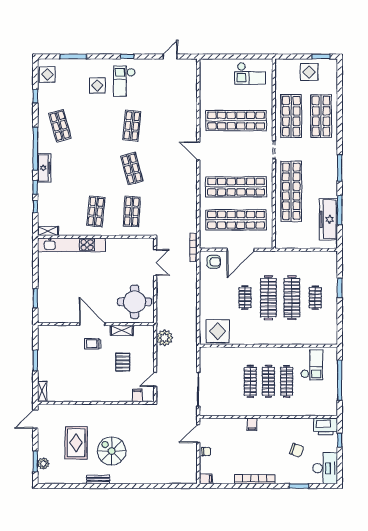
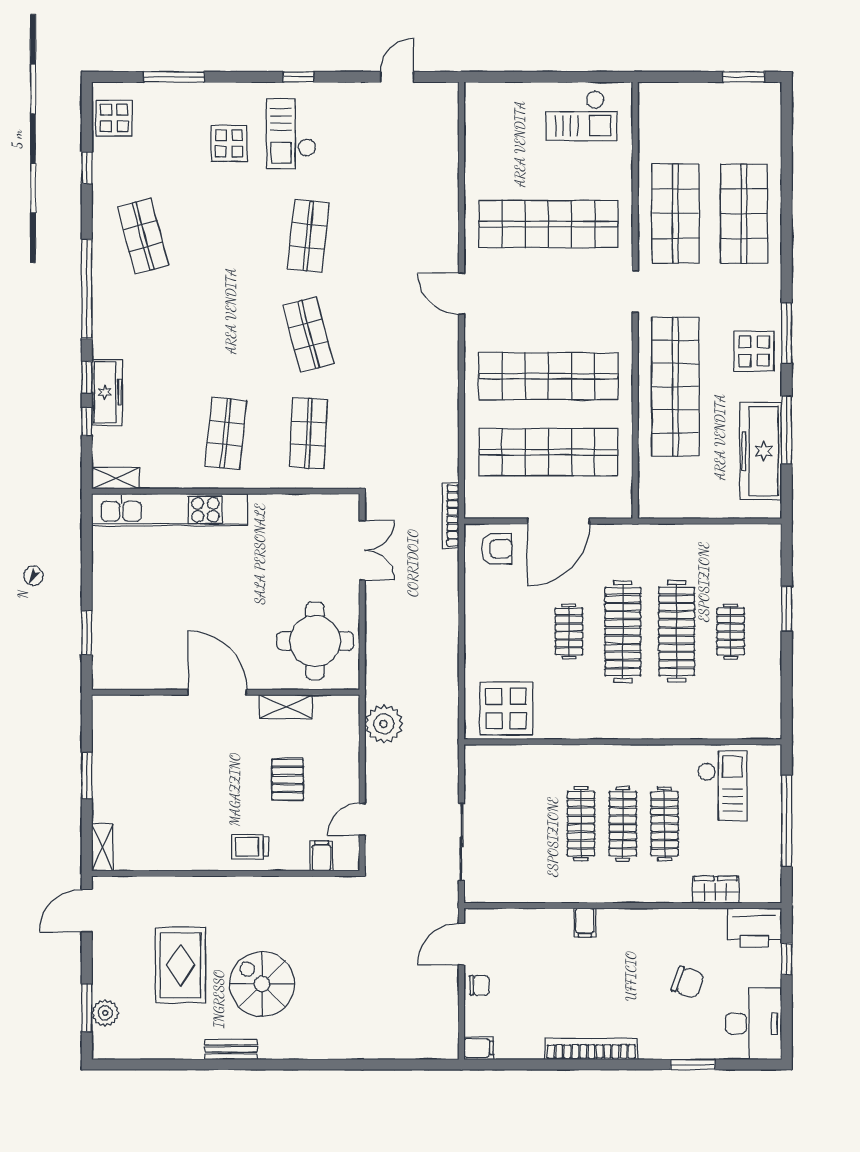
display table: (309, 72) -> (754, 351), moved
freezer: (44, 168) -> (107, 392), moved
trolley: (93, 344) -> (250, 847), moved
wardrobe: (309, 410) -> (716, 890), added

